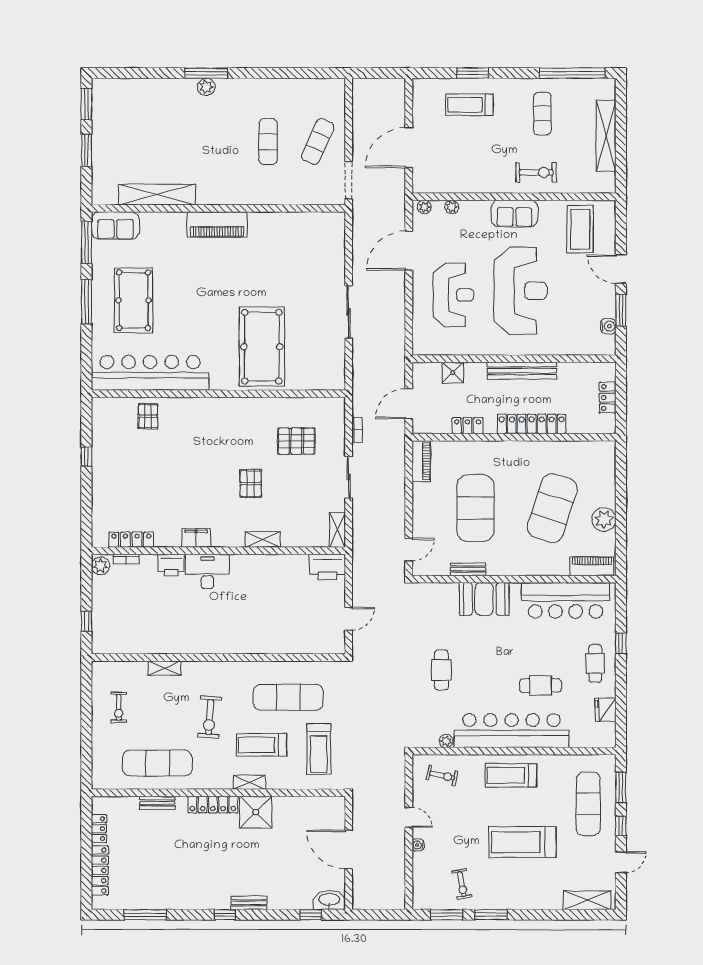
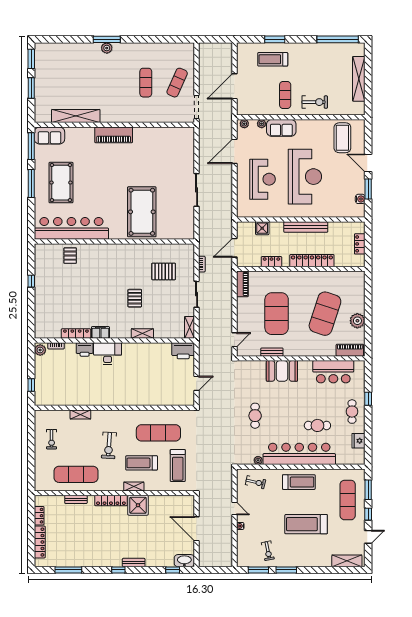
exercise mat: (542, 114) -> (285, 95), moved
sofa: (514, 213) -> (281, 128), moved
locker: (131, 540) -> (76, 334), moved
bar counter: (566, 600) -> (333, 372), width x0.73
treadmill: (511, 775) -> (299, 482), turned 180

